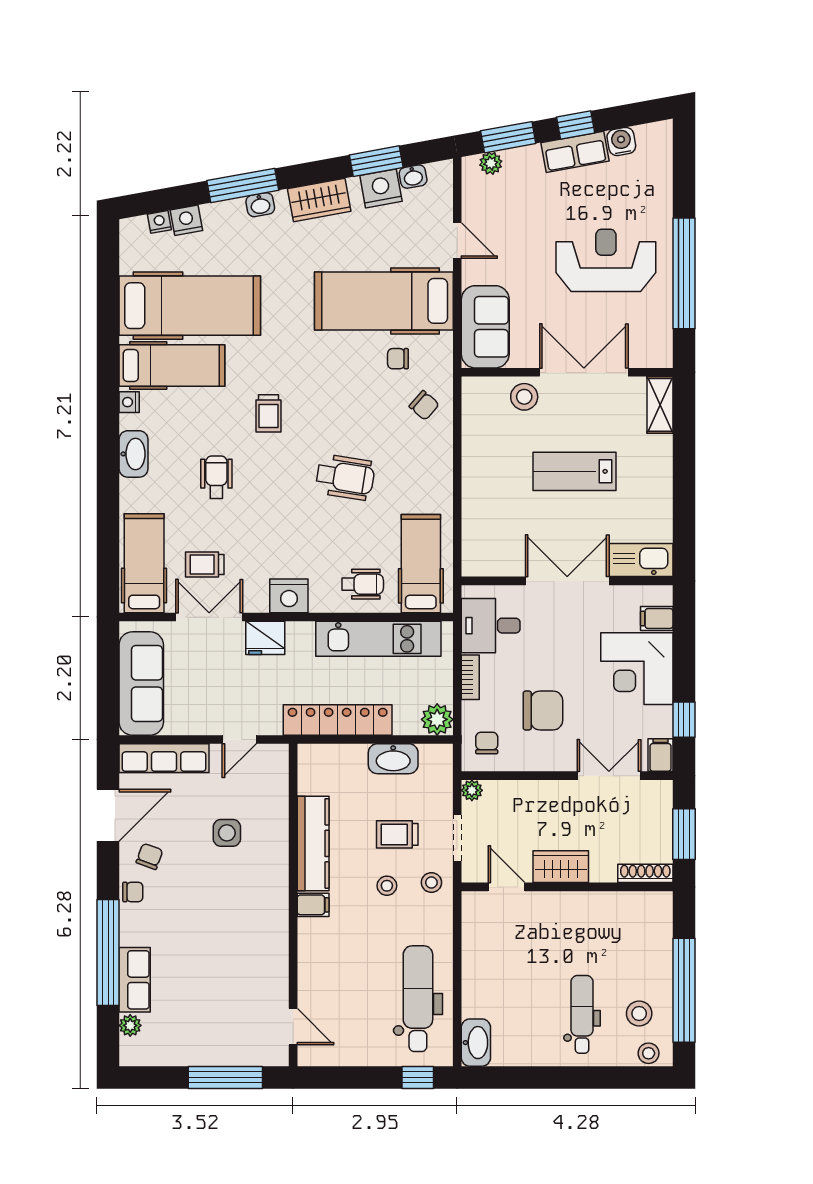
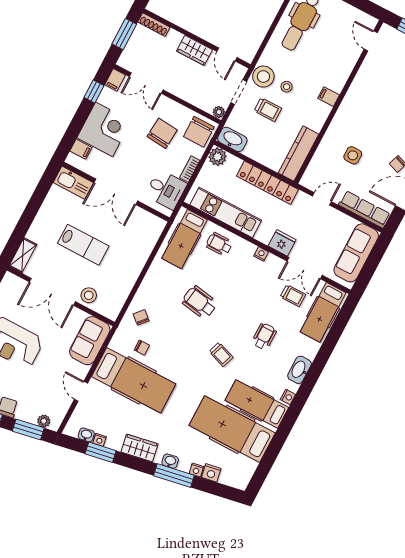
nightstand: (381, 188) -> (100, 440), width x0.53, depth x0.56
nightstand: (159, 222) -> (196, 470), moved
trolley: (269, 413) -> (221, 354), turned 109
wheelchair: (216, 477) -> (264, 336), turned 180
nightstand: (289, 596) -> (261, 254), width x0.53, depth x0.56
chair: (543, 710) -> (162, 133), turned 95
chair: (487, 743) -> (199, 132), width x1.87, depth x1.87
washbasin: (393, 759) -> (232, 139), moved
kitchen counter: (313, 843) -> (299, 154), moved
stool: (431, 882) -> (263, 77), width x1.89, depth x1.89

